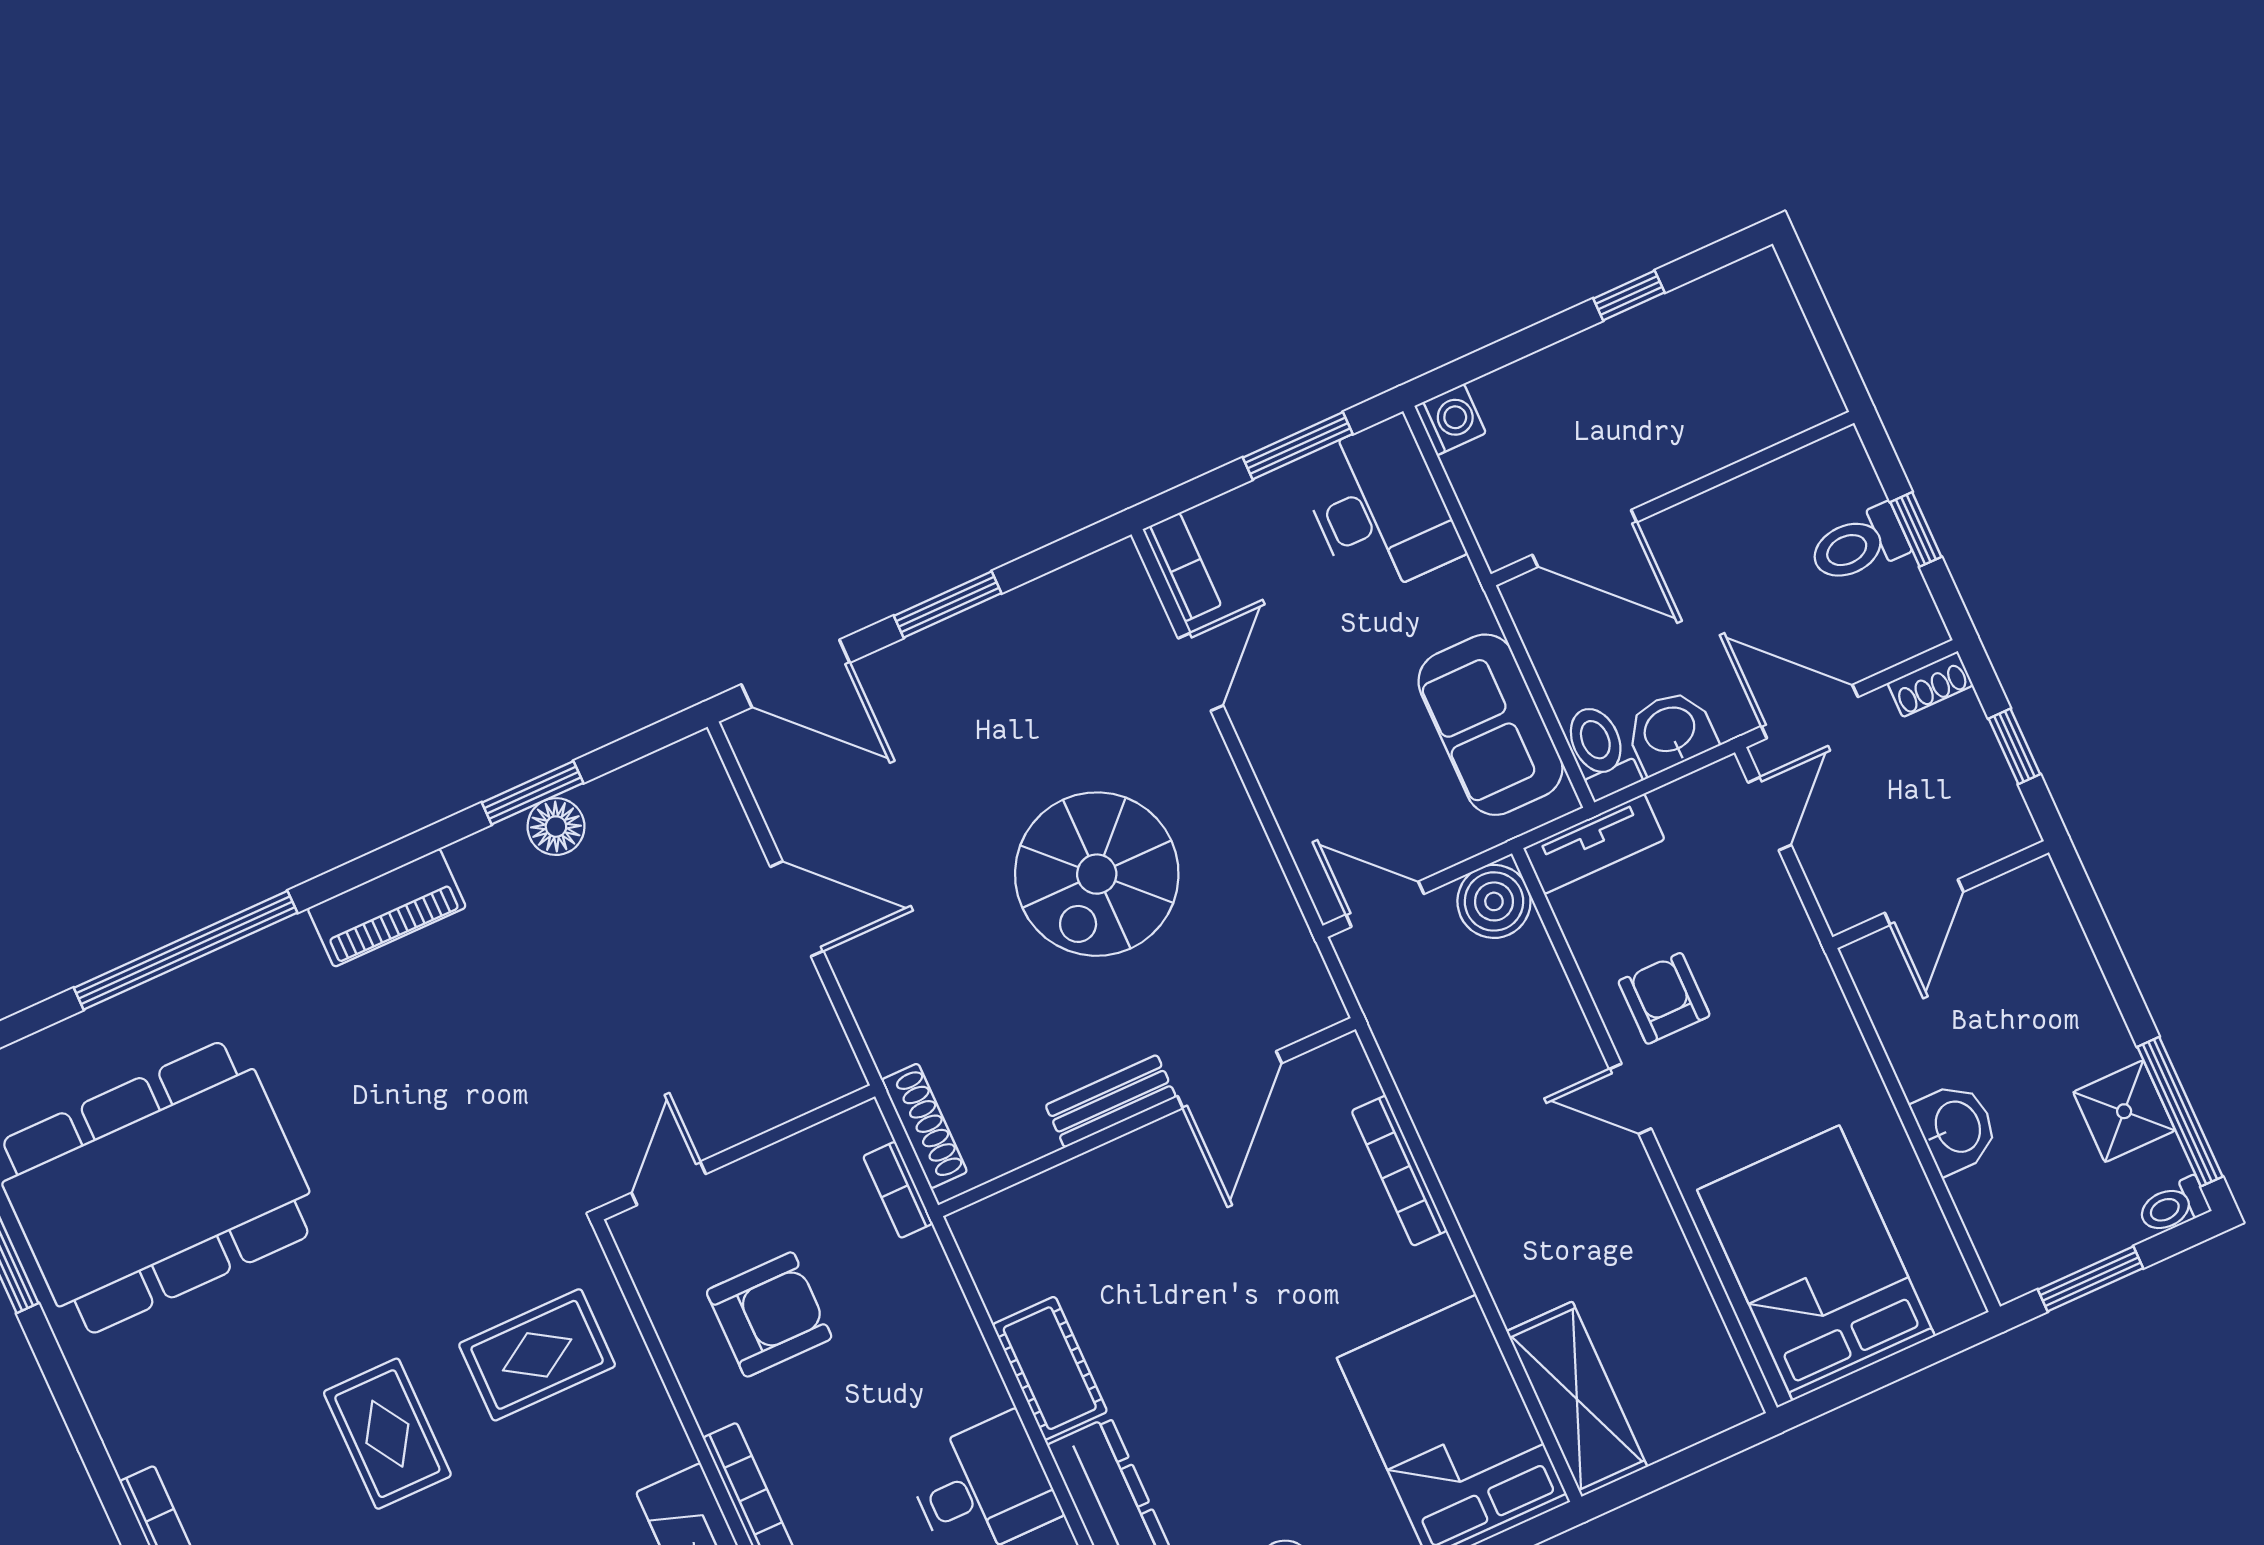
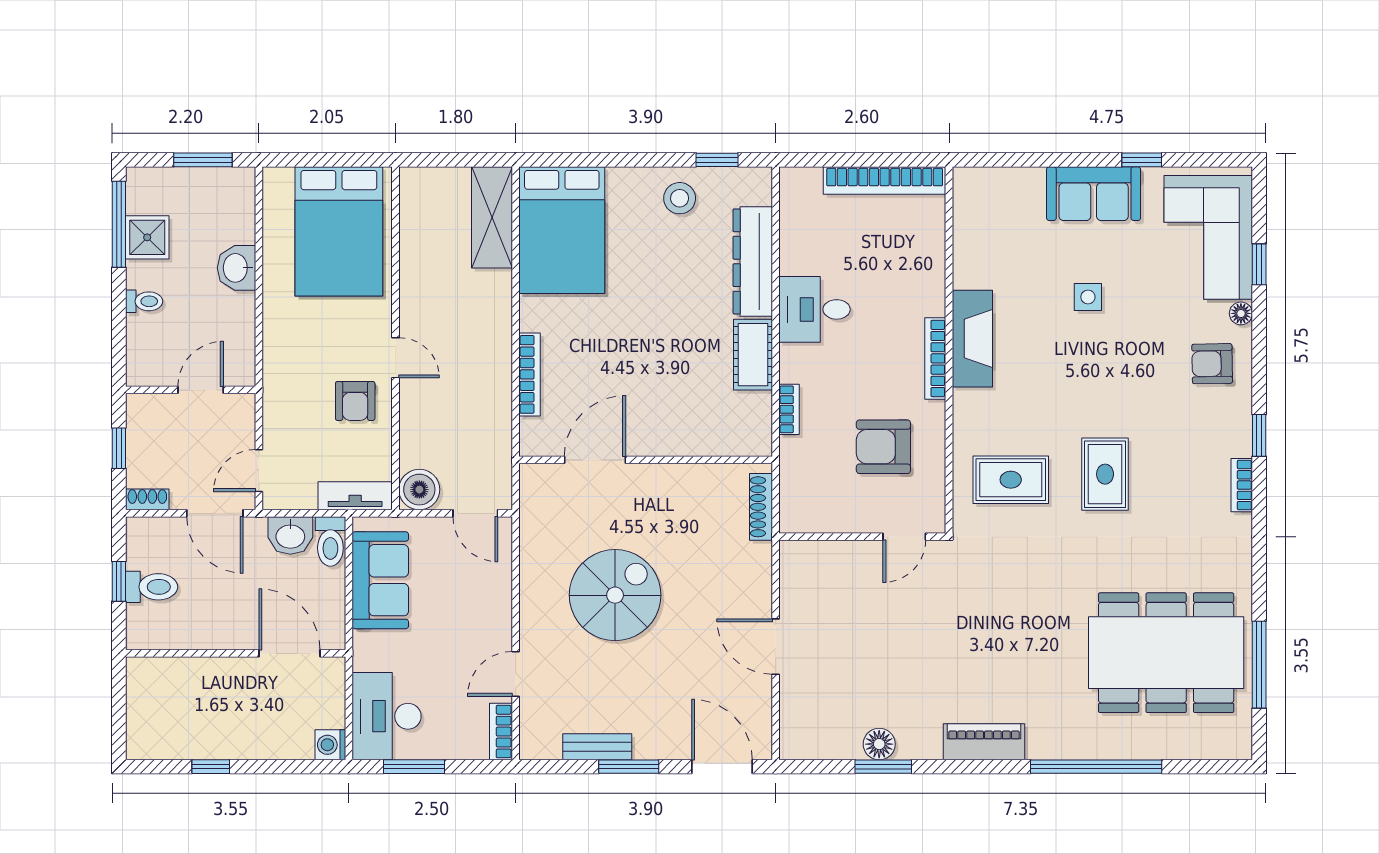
bench: (1111, 1101) -> (597, 747), moved
bookcase: (898, 1190) -> (789, 409), moved
toilet: (2173, 1206) -> (144, 301), moved

